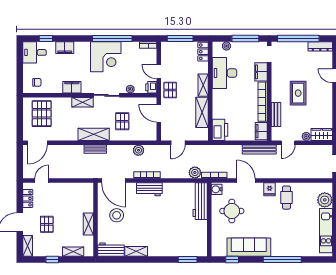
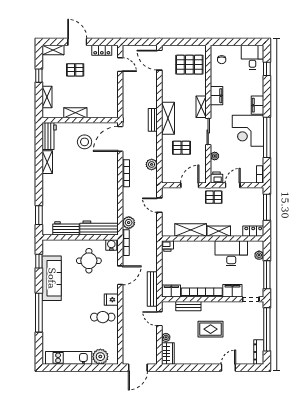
filing cabinet: (65, 48) -> (257, 105), moved
printer: (220, 130) -> (167, 246), width x0.53, depth x0.68
workbench: (149, 189) -> (66, 228), moved, turned 90

